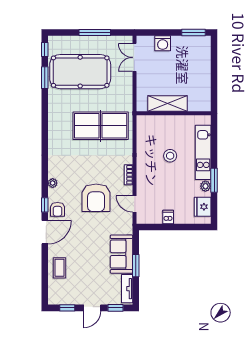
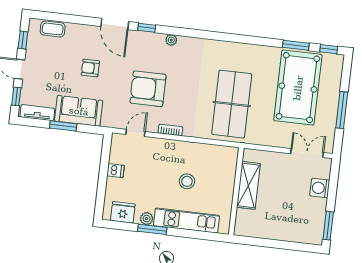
armchair: (57, 209) -> (90, 68), moved
coffee table: (59, 268) -> (53, 29), moved

